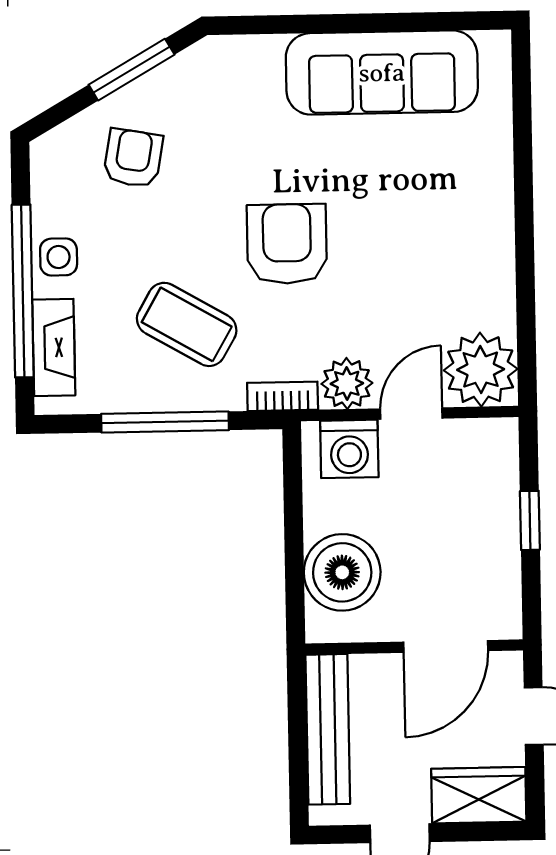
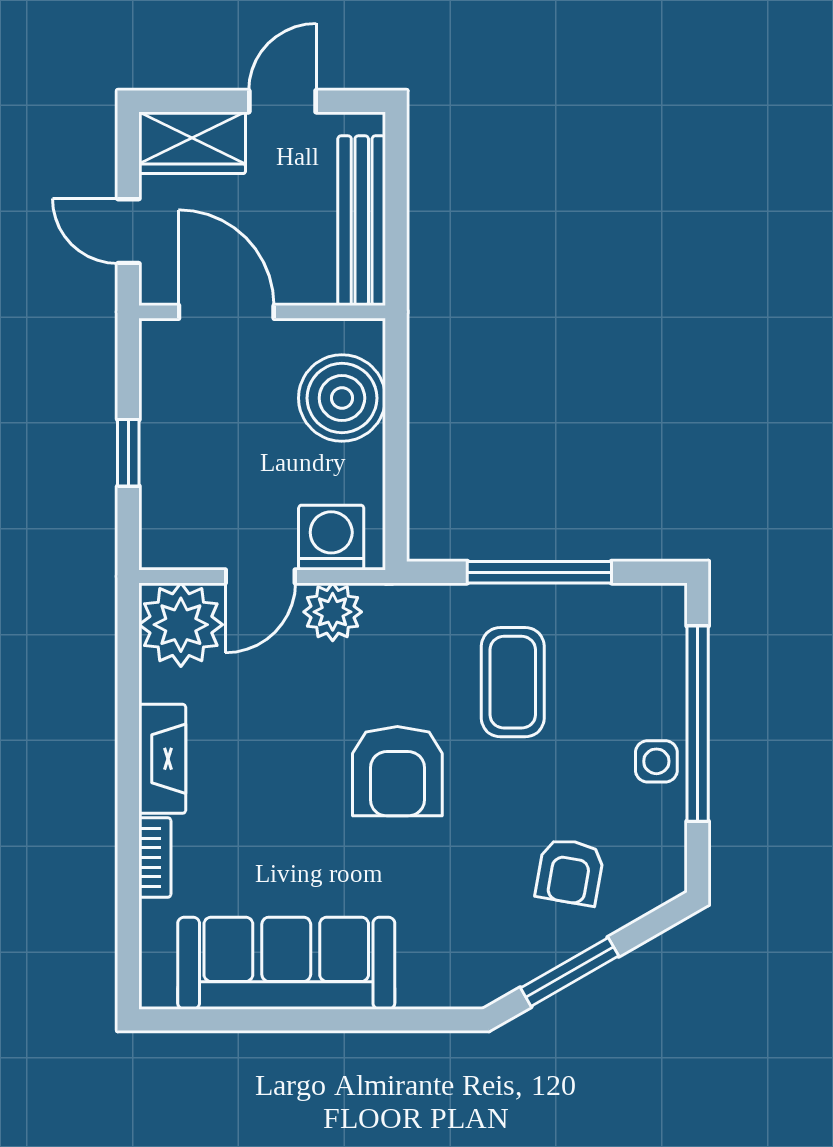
coffee table: (187, 324) -> (513, 682), turned 60
fireplace: (54, 347) -> (162, 759), moved, turned 180
bookcase: (283, 396) -> (155, 857), moved, turned -90
door: (446, 646) -> (226, 312), hinge flipped

